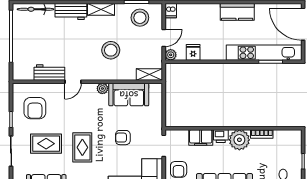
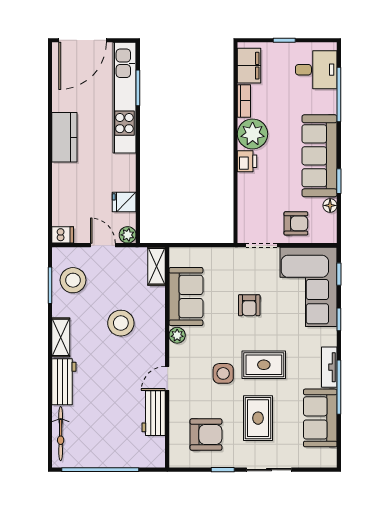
door: (73, 82) -> (167, 378), swing flipped
side table: (76, 120) -> (223, 373), added
filing cabinet: (201, 137) -> (249, 66), moved

